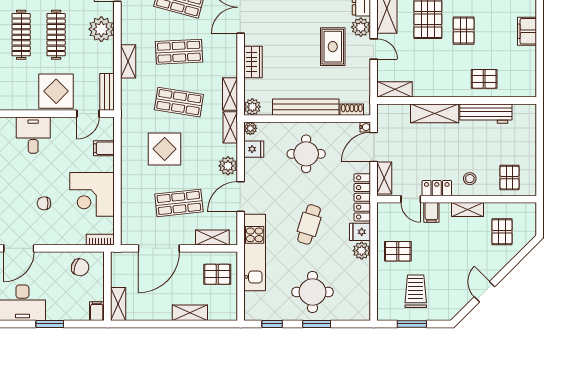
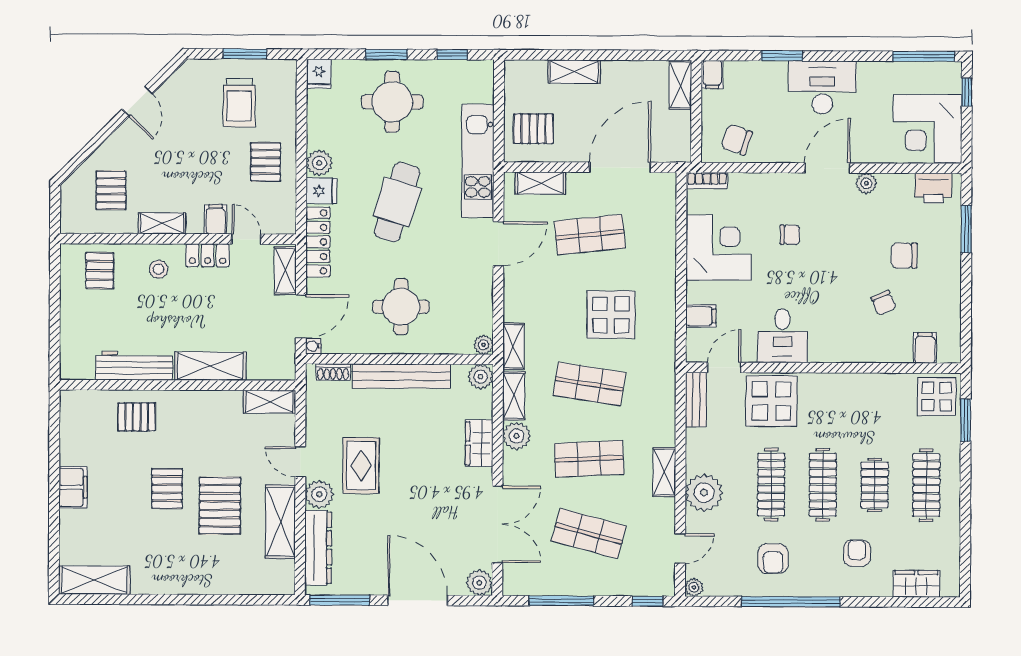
shelving: (128, 61) -> (664, 472), moved
desk: (33, 135) -> (782, 336), moved
fridge: (254, 149) -> (319, 74), moved, turned -90
plant: (228, 166) -> (517, 436), moved
cafe table: (309, 224) -> (397, 202), width x1.37, depth x1.35
pallet: (398, 251) -> (266, 162), turned 90

